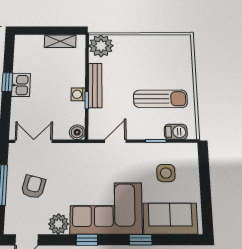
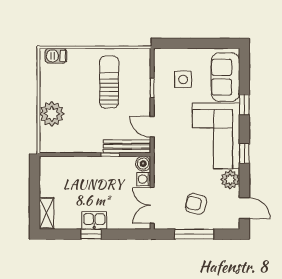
shelving: (60, 41) -> (46, 213), moved
plant: (101, 46) -> (52, 114), moved
bench: (95, 85) -> (127, 146), moved
washing machine: (78, 94) -> (144, 179), moved, turned 90
barbecue: (176, 132) -> (56, 56), moved, turned -90

